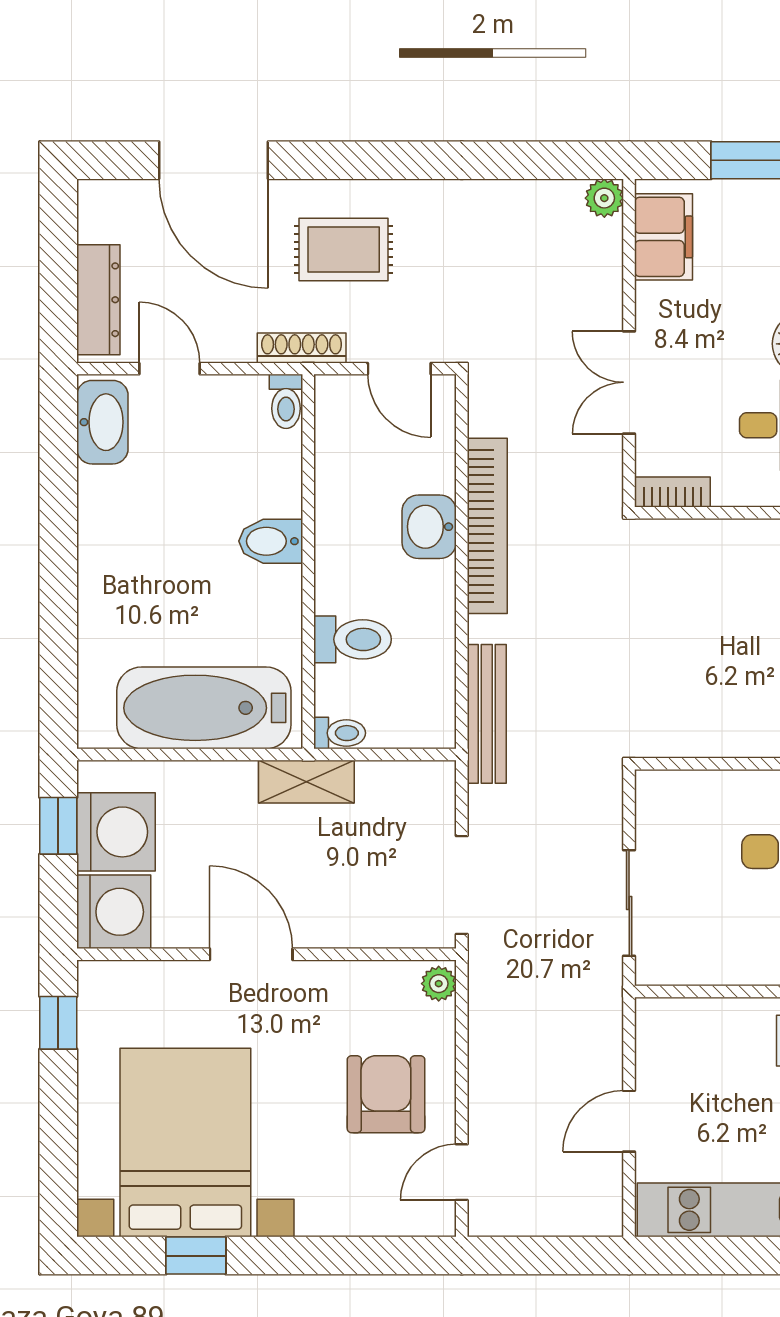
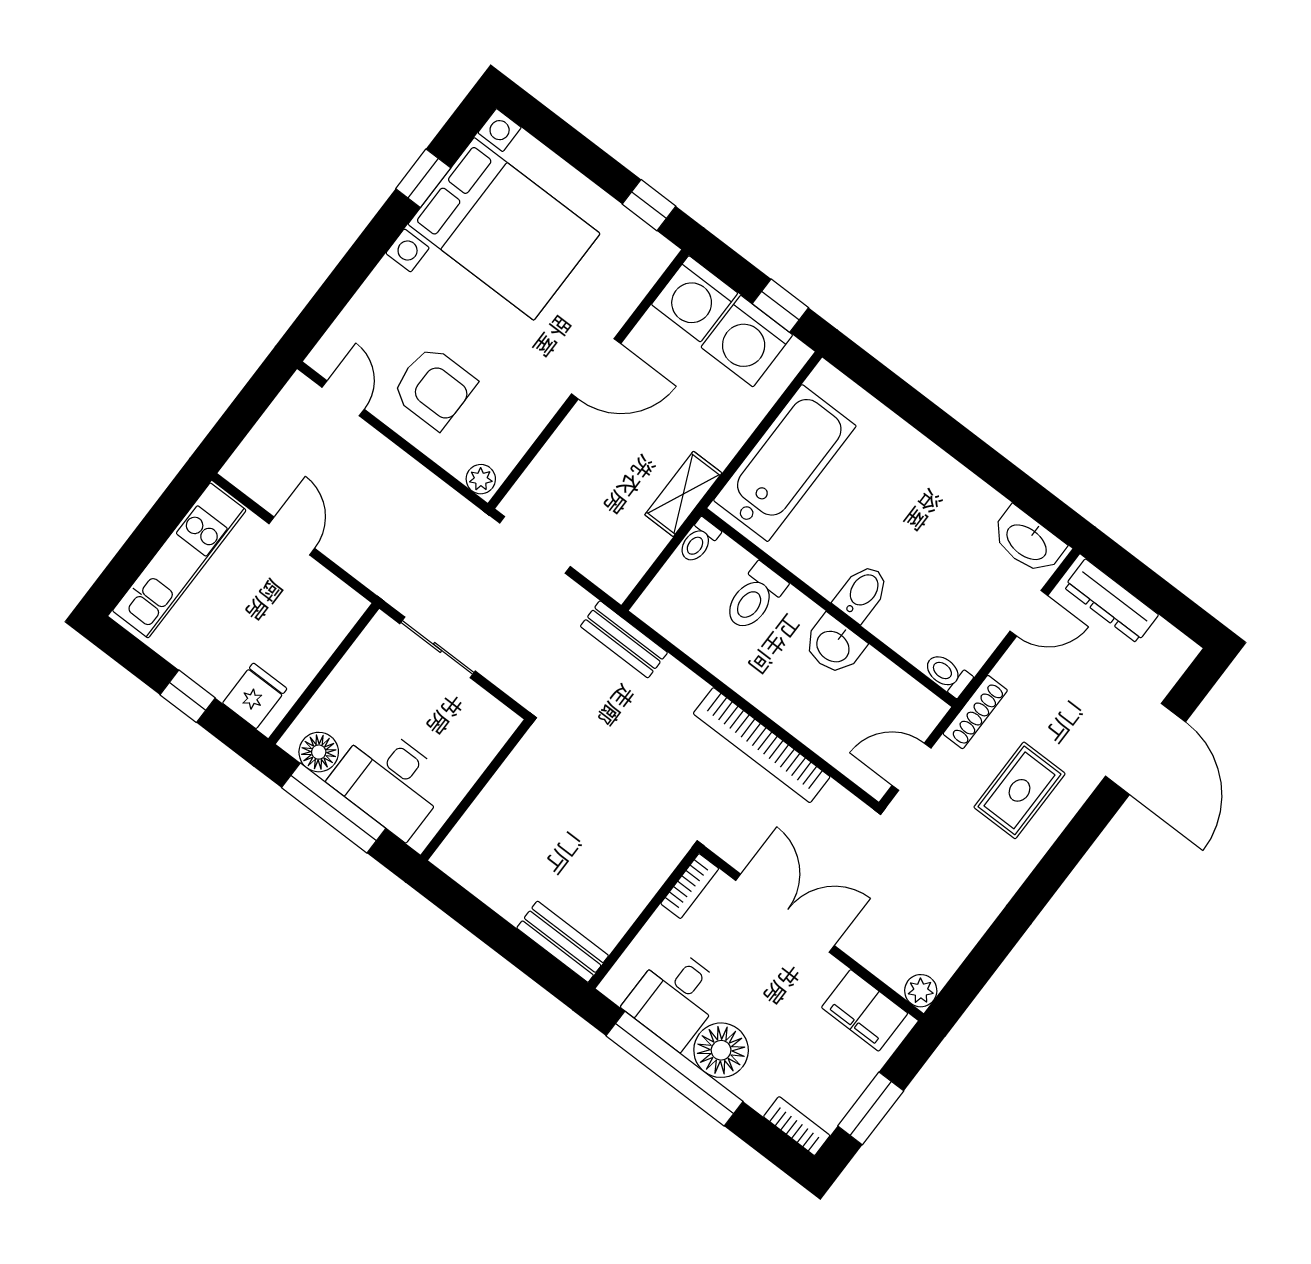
door: (213, 160) -> (1145, 749), swing flipped
double door: (629, 382) -> (785, 913), width x1.37
washbasin: (429, 527) -> (834, 645), moved, turned 180
bench: (487, 714) -> (624, 639), width x0.73

